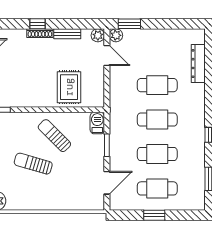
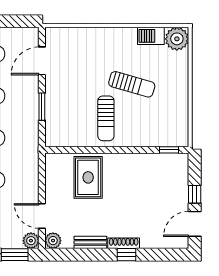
barbecue: (97, 123) -> (151, 36), moved, turned 90
sun lounger: (54, 136) -> (106, 118), turned 45

